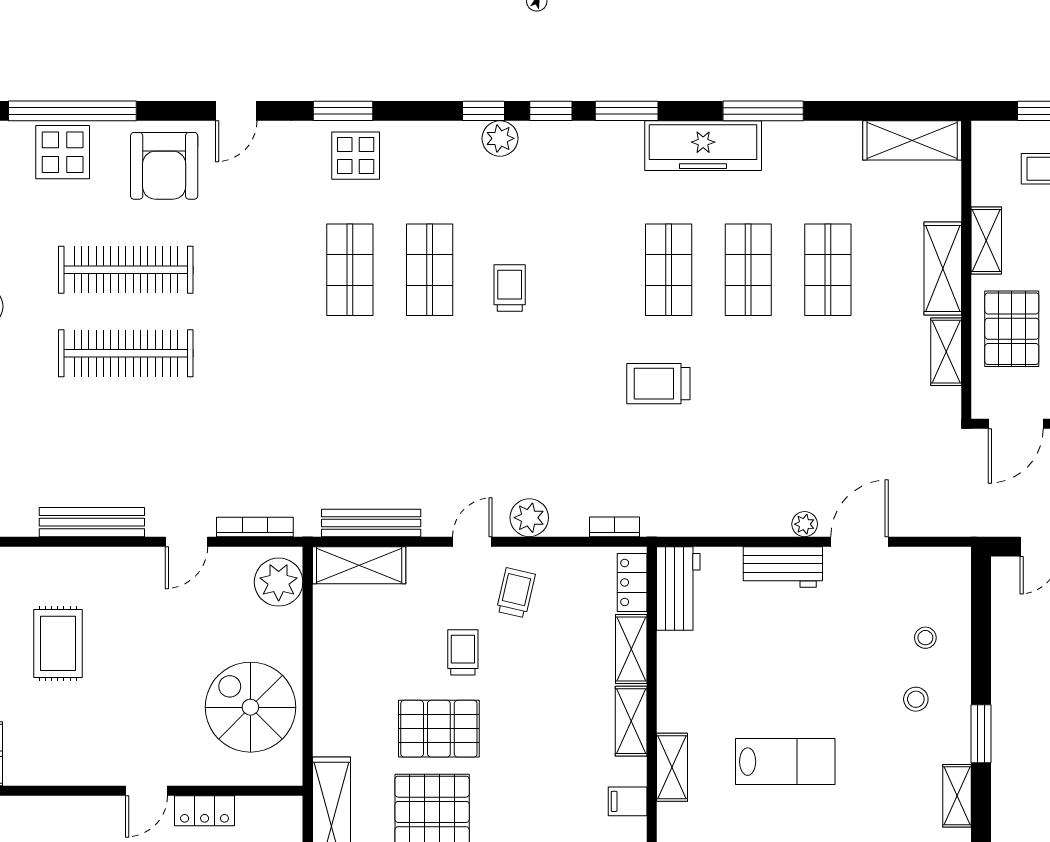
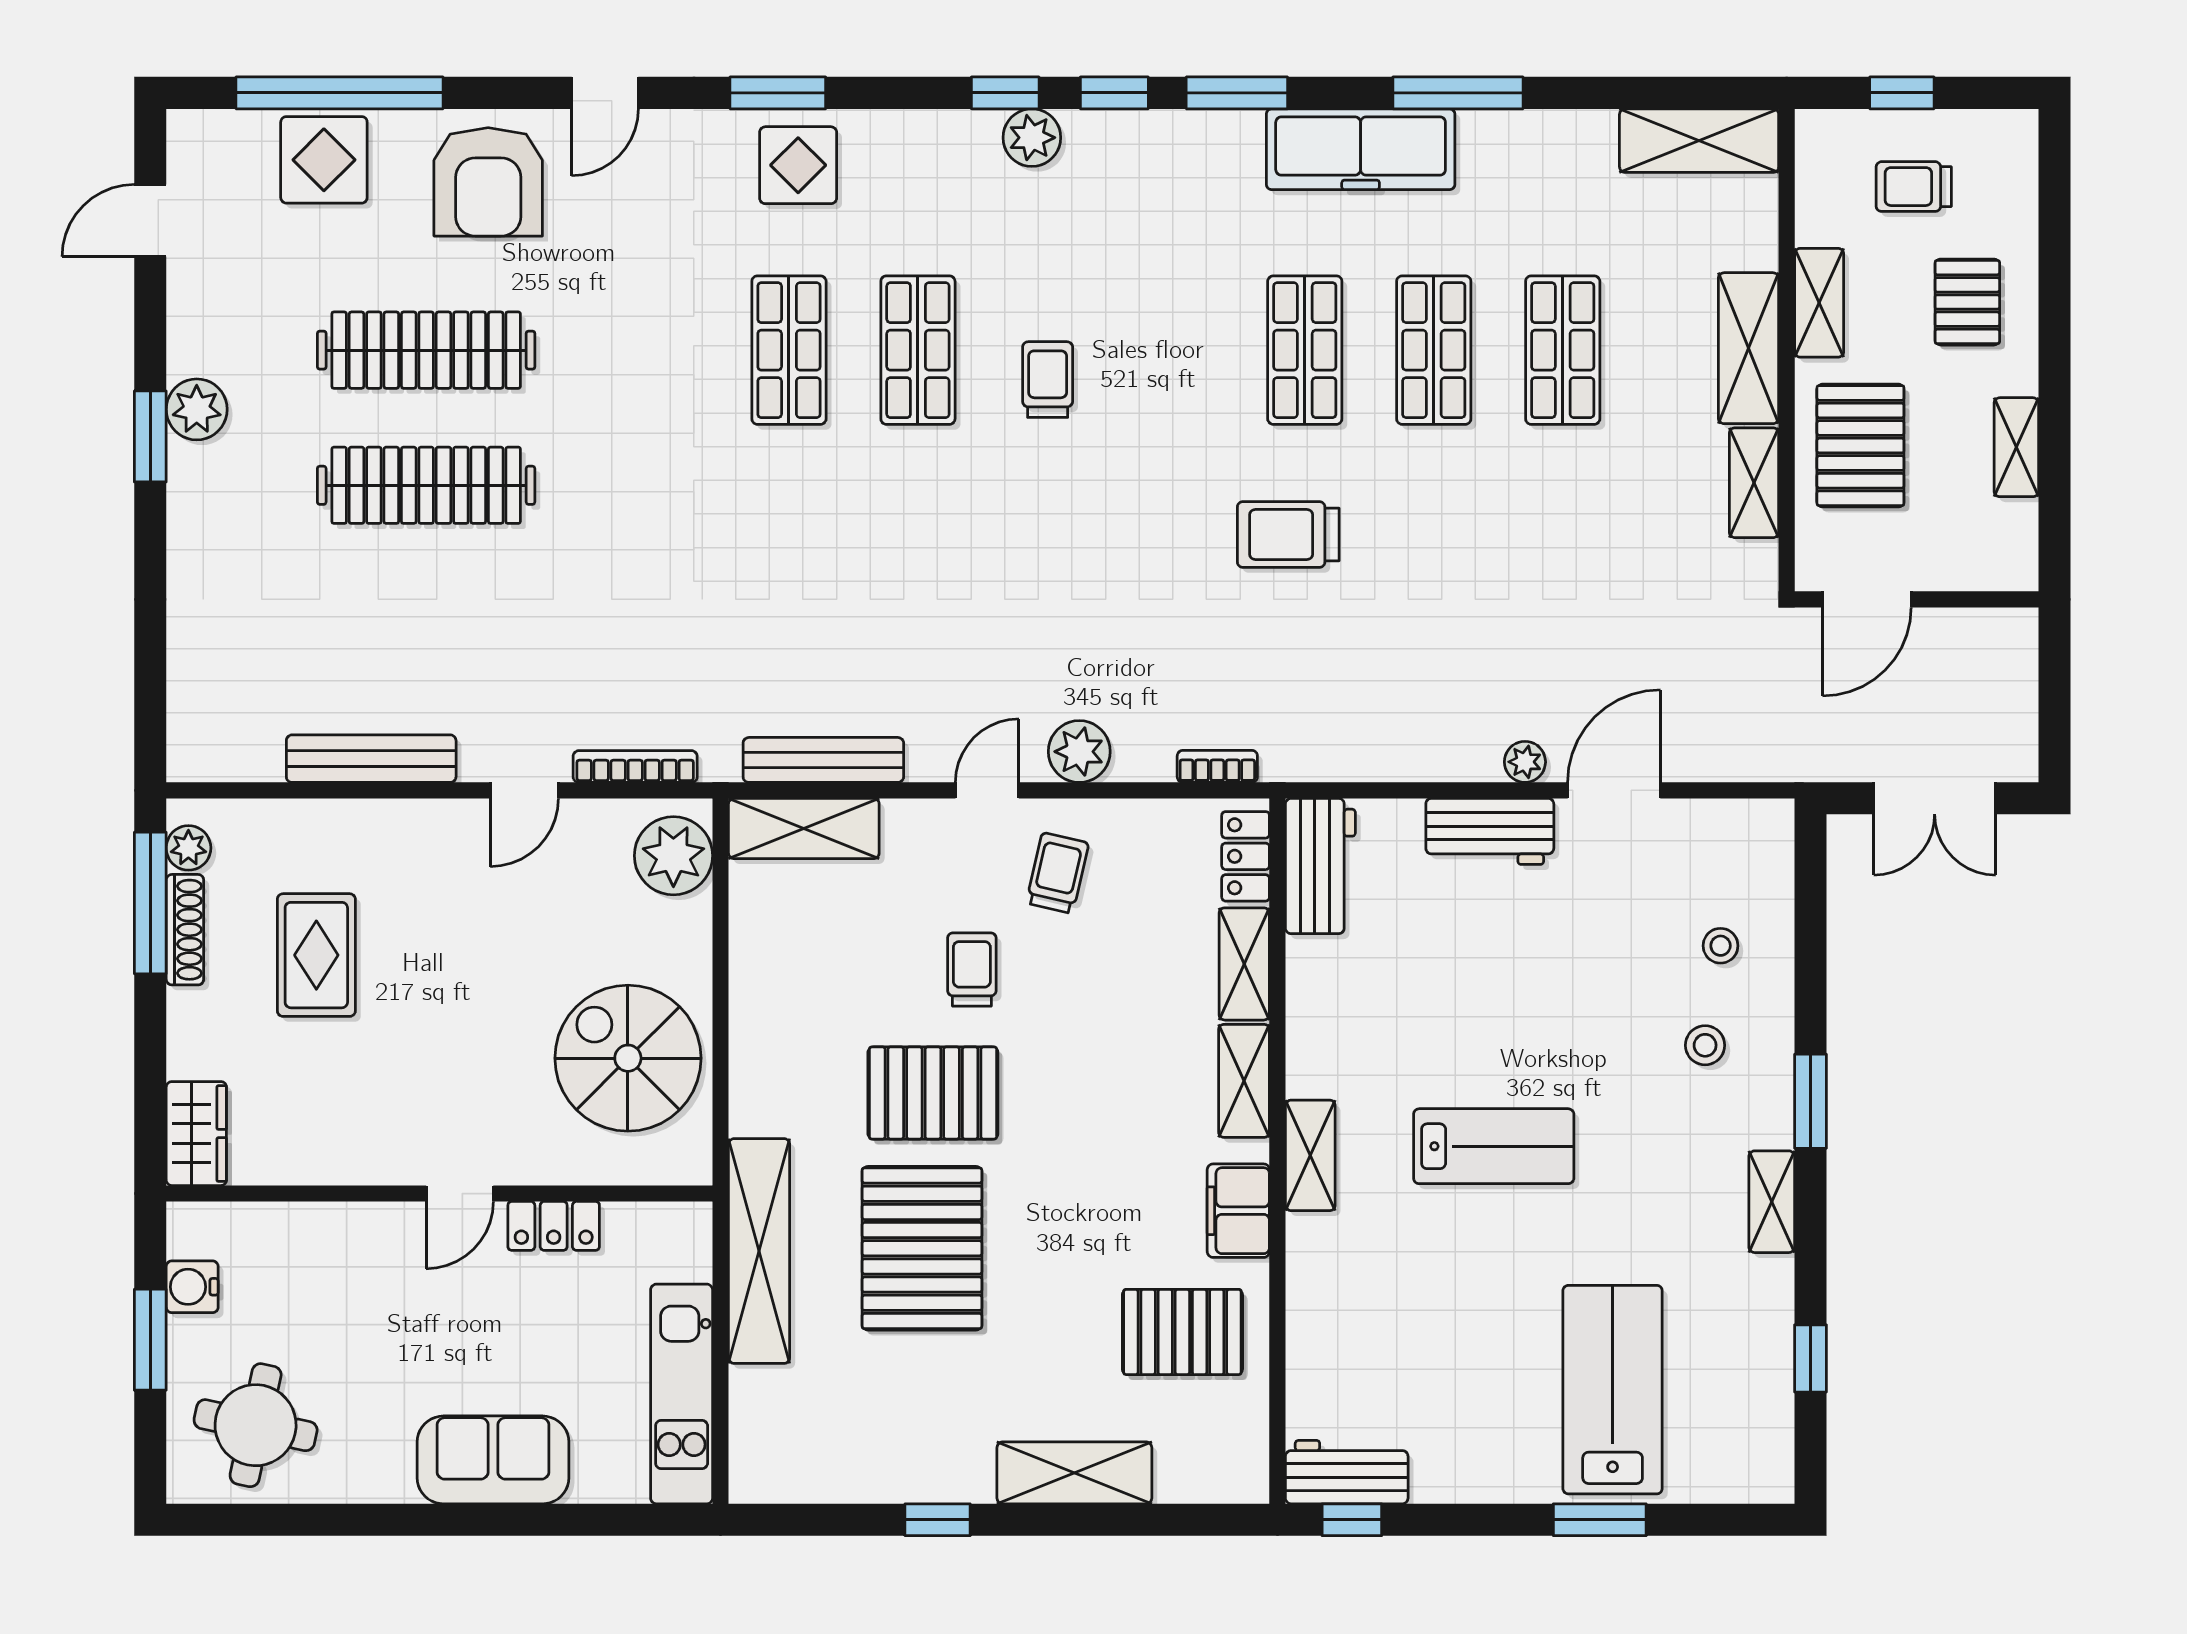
filing cabinet: (628, 801) -> (1238, 1211), width x2.00

